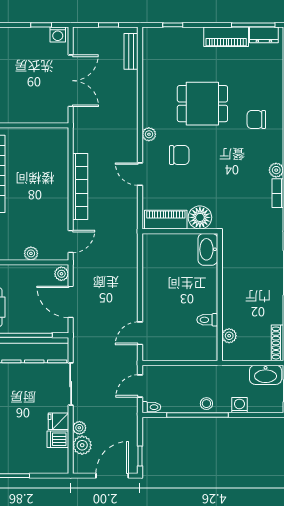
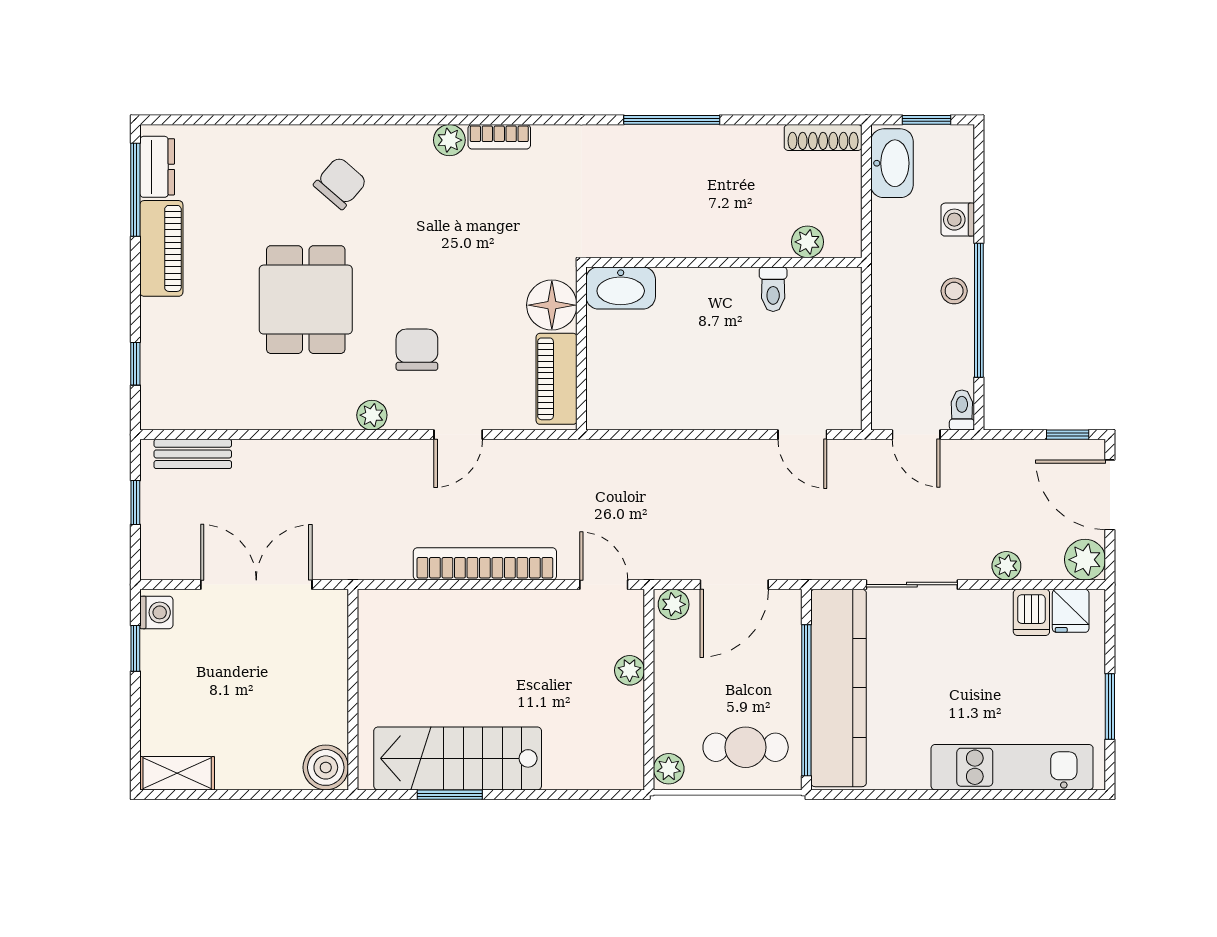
chair: (256, 120) -> (340, 183), turned -139
fridge: (58, 421) -> (1071, 611), moved
plant: (82, 445) -> (1085, 560), moved

